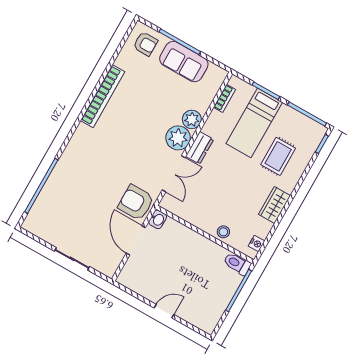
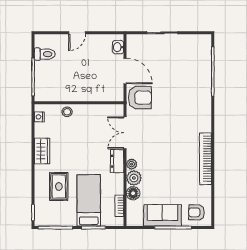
floor lamp: (202, 103) -> (133, 193), added
plant: (178, 138) -> (132, 164), width x0.53, depth x0.53
washbasin: (158, 219) -> (118, 47), moved
toilet: (237, 264) -> (45, 54), moved

